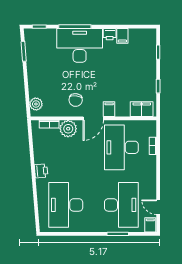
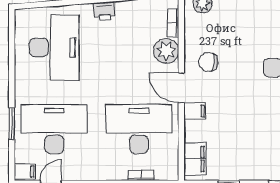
desk: (66, 205) -> (54, 47), turned 90
desk: (121, 205) -> (54, 129), turned 180

